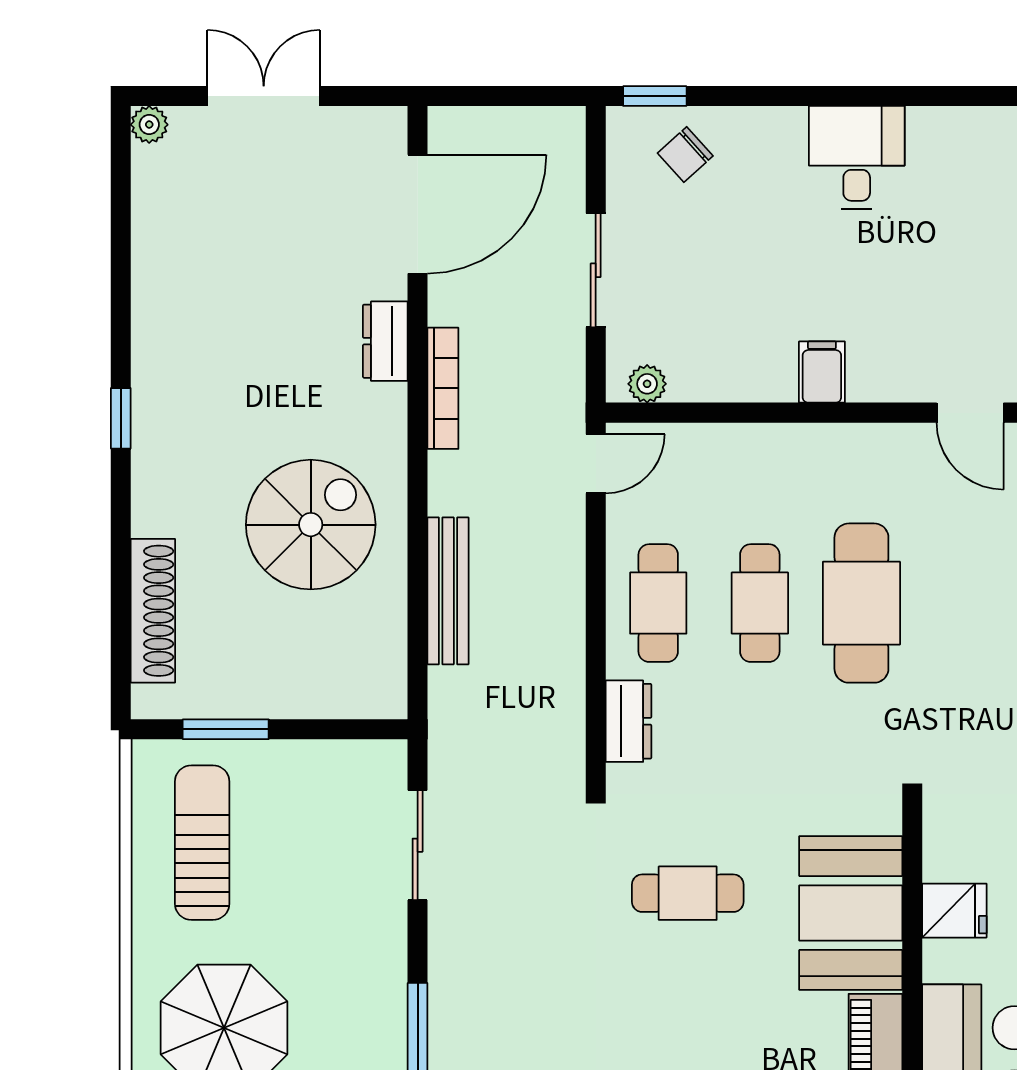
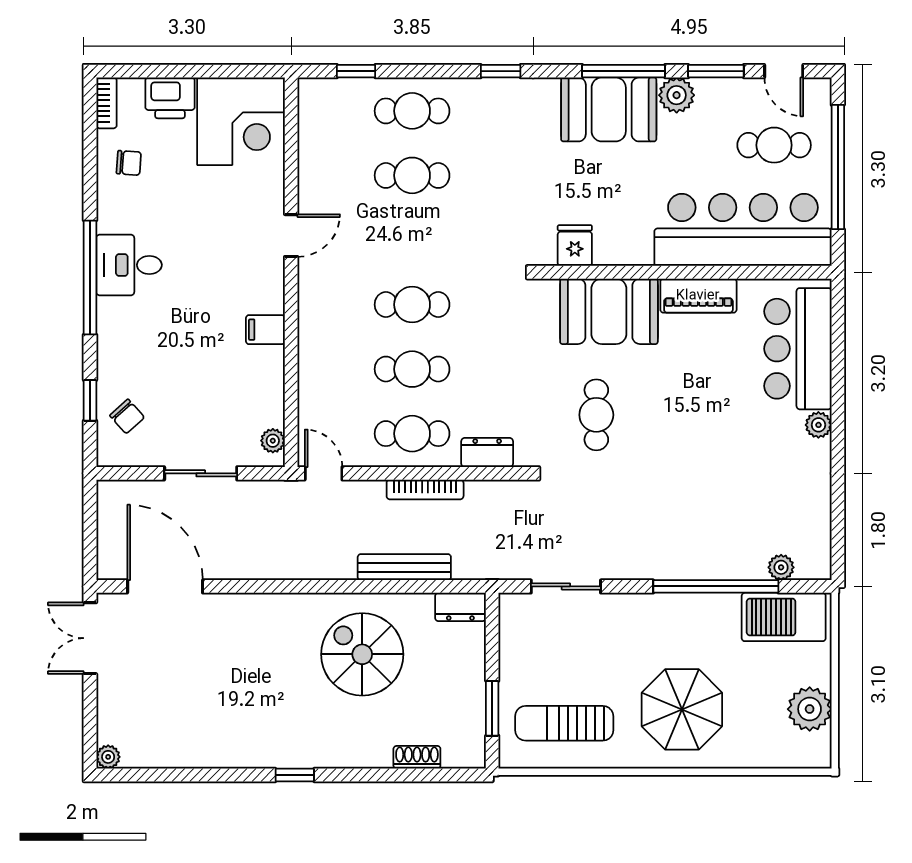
double door: (264, 96) -> (90, 638), moved
window: (655, 96) -> (90, 400), moved
window: (904, 96) -> (90, 278), added
desk: (857, 157) -> (129, 265), moved
dresser: (385, 341) -> (460, 607), moved
bookcase: (443, 388) -> (425, 489), moved, turned 180
cafe table: (861, 603) -> (412, 305), width x0.73, depth x0.74
shoe rack: (153, 611) -> (417, 757), width x0.51, depth x0.81
fridge: (954, 911) -> (575, 245), moved

